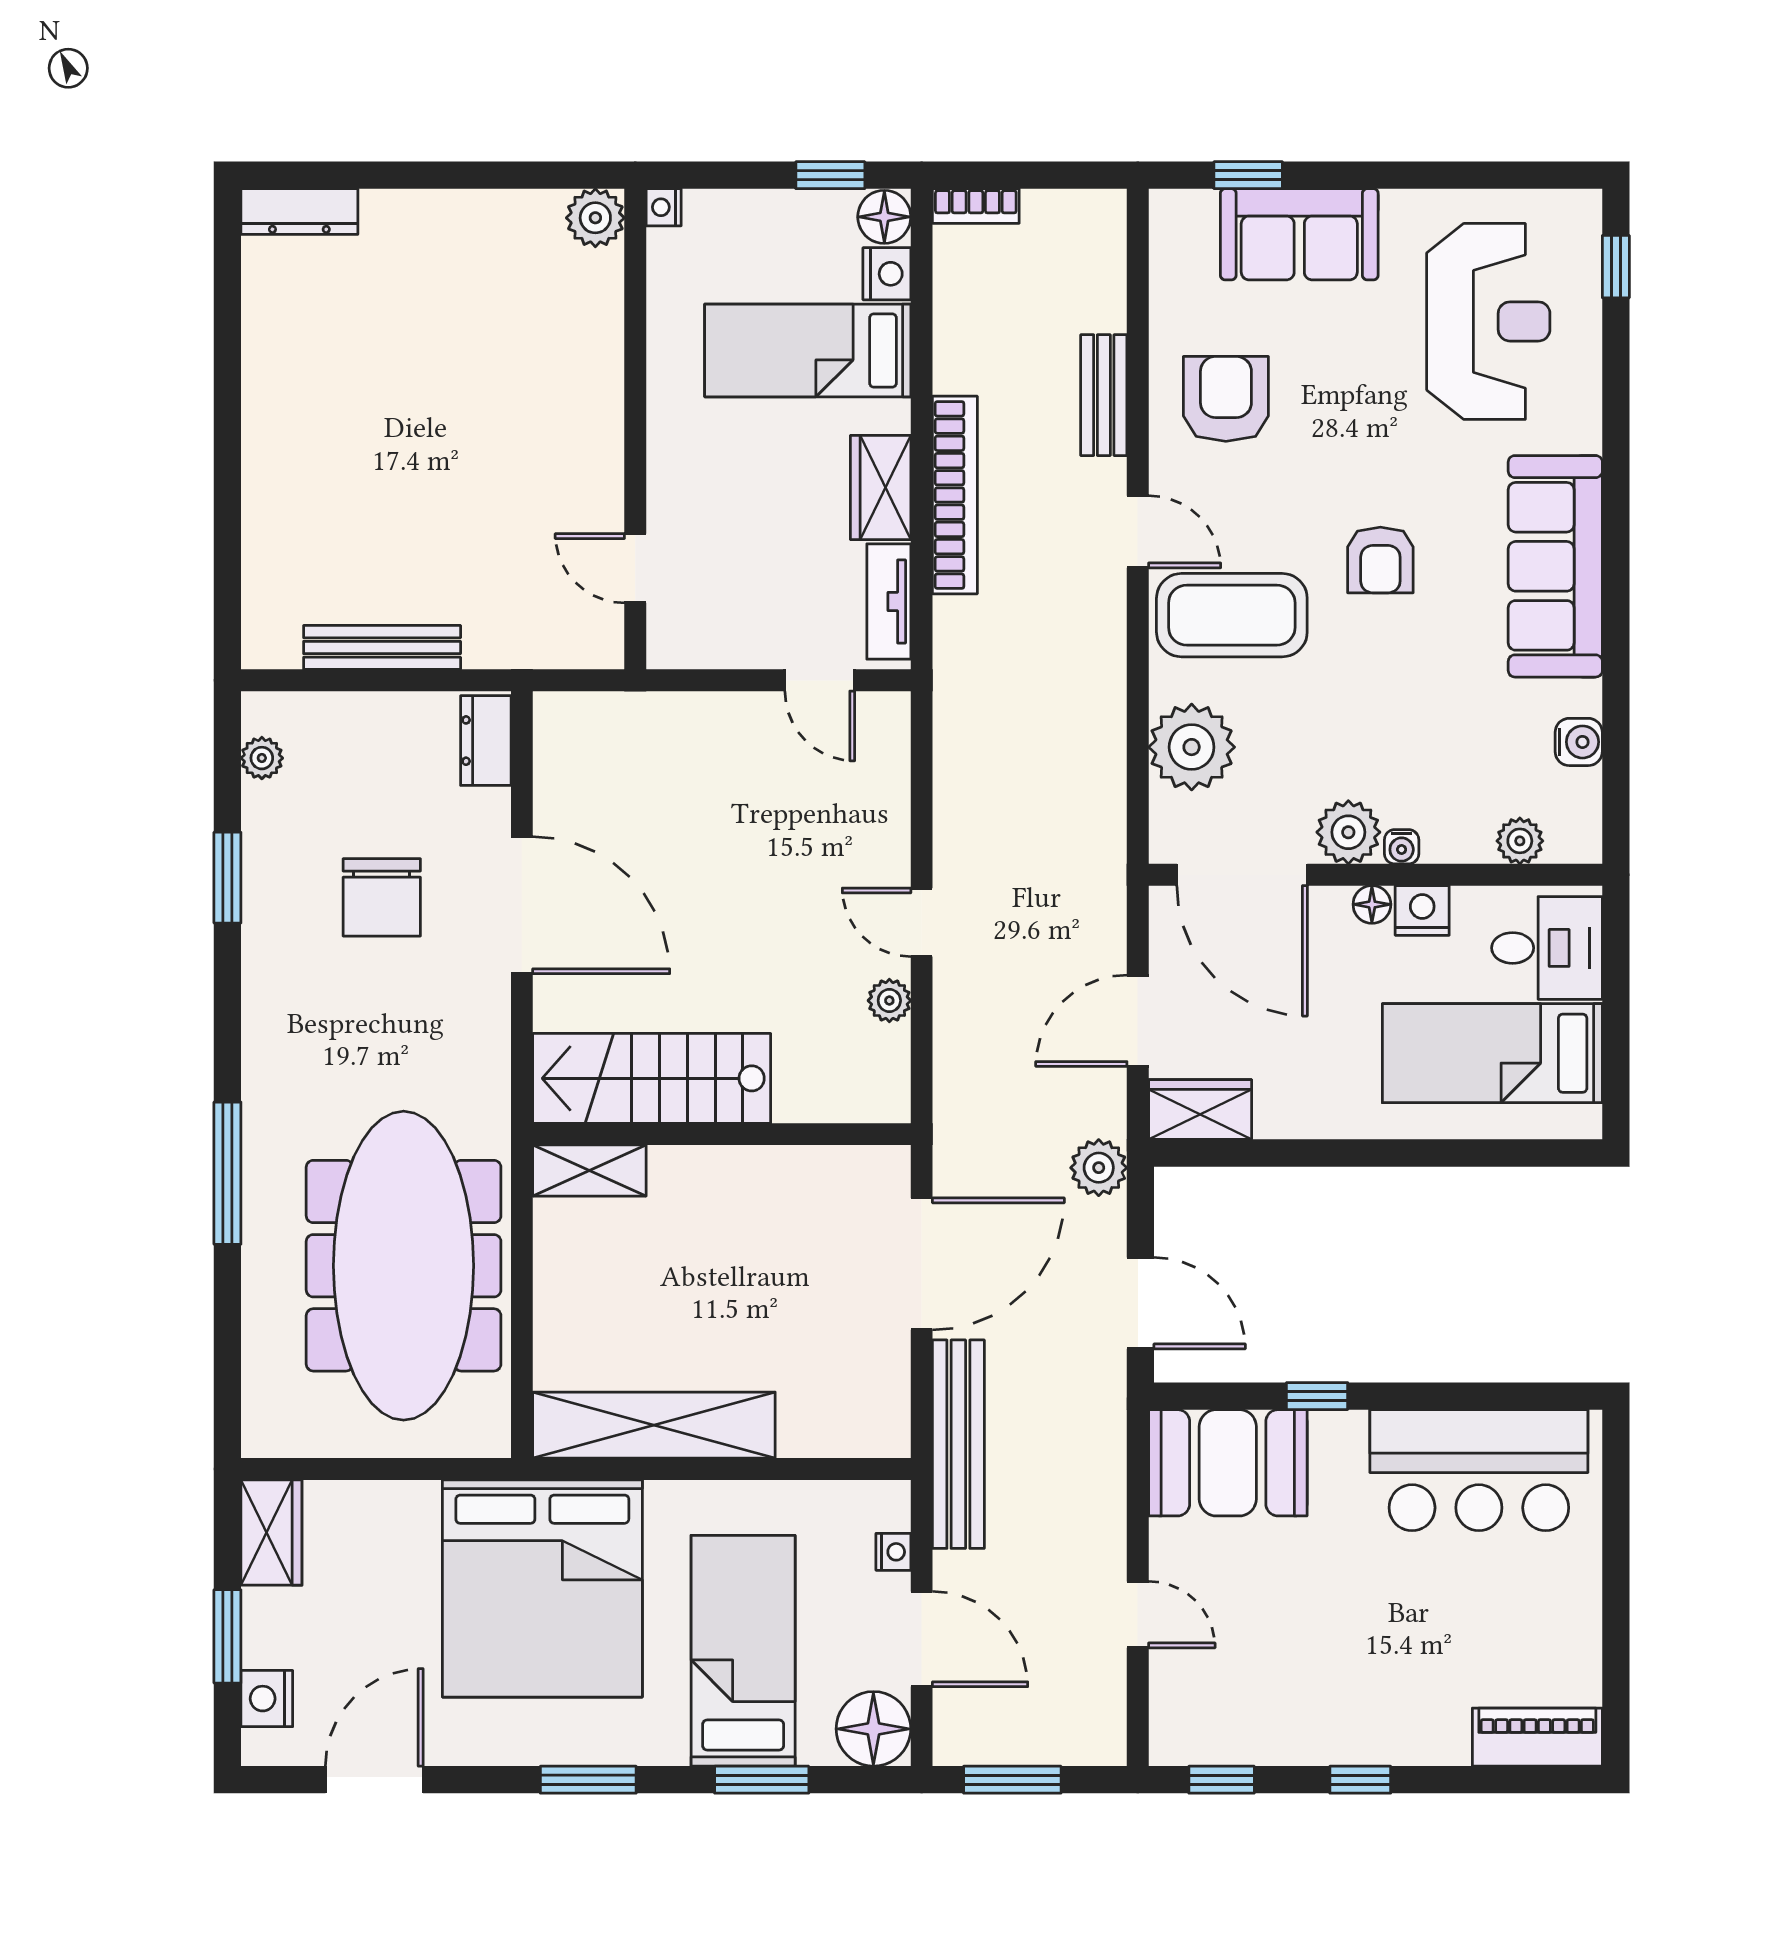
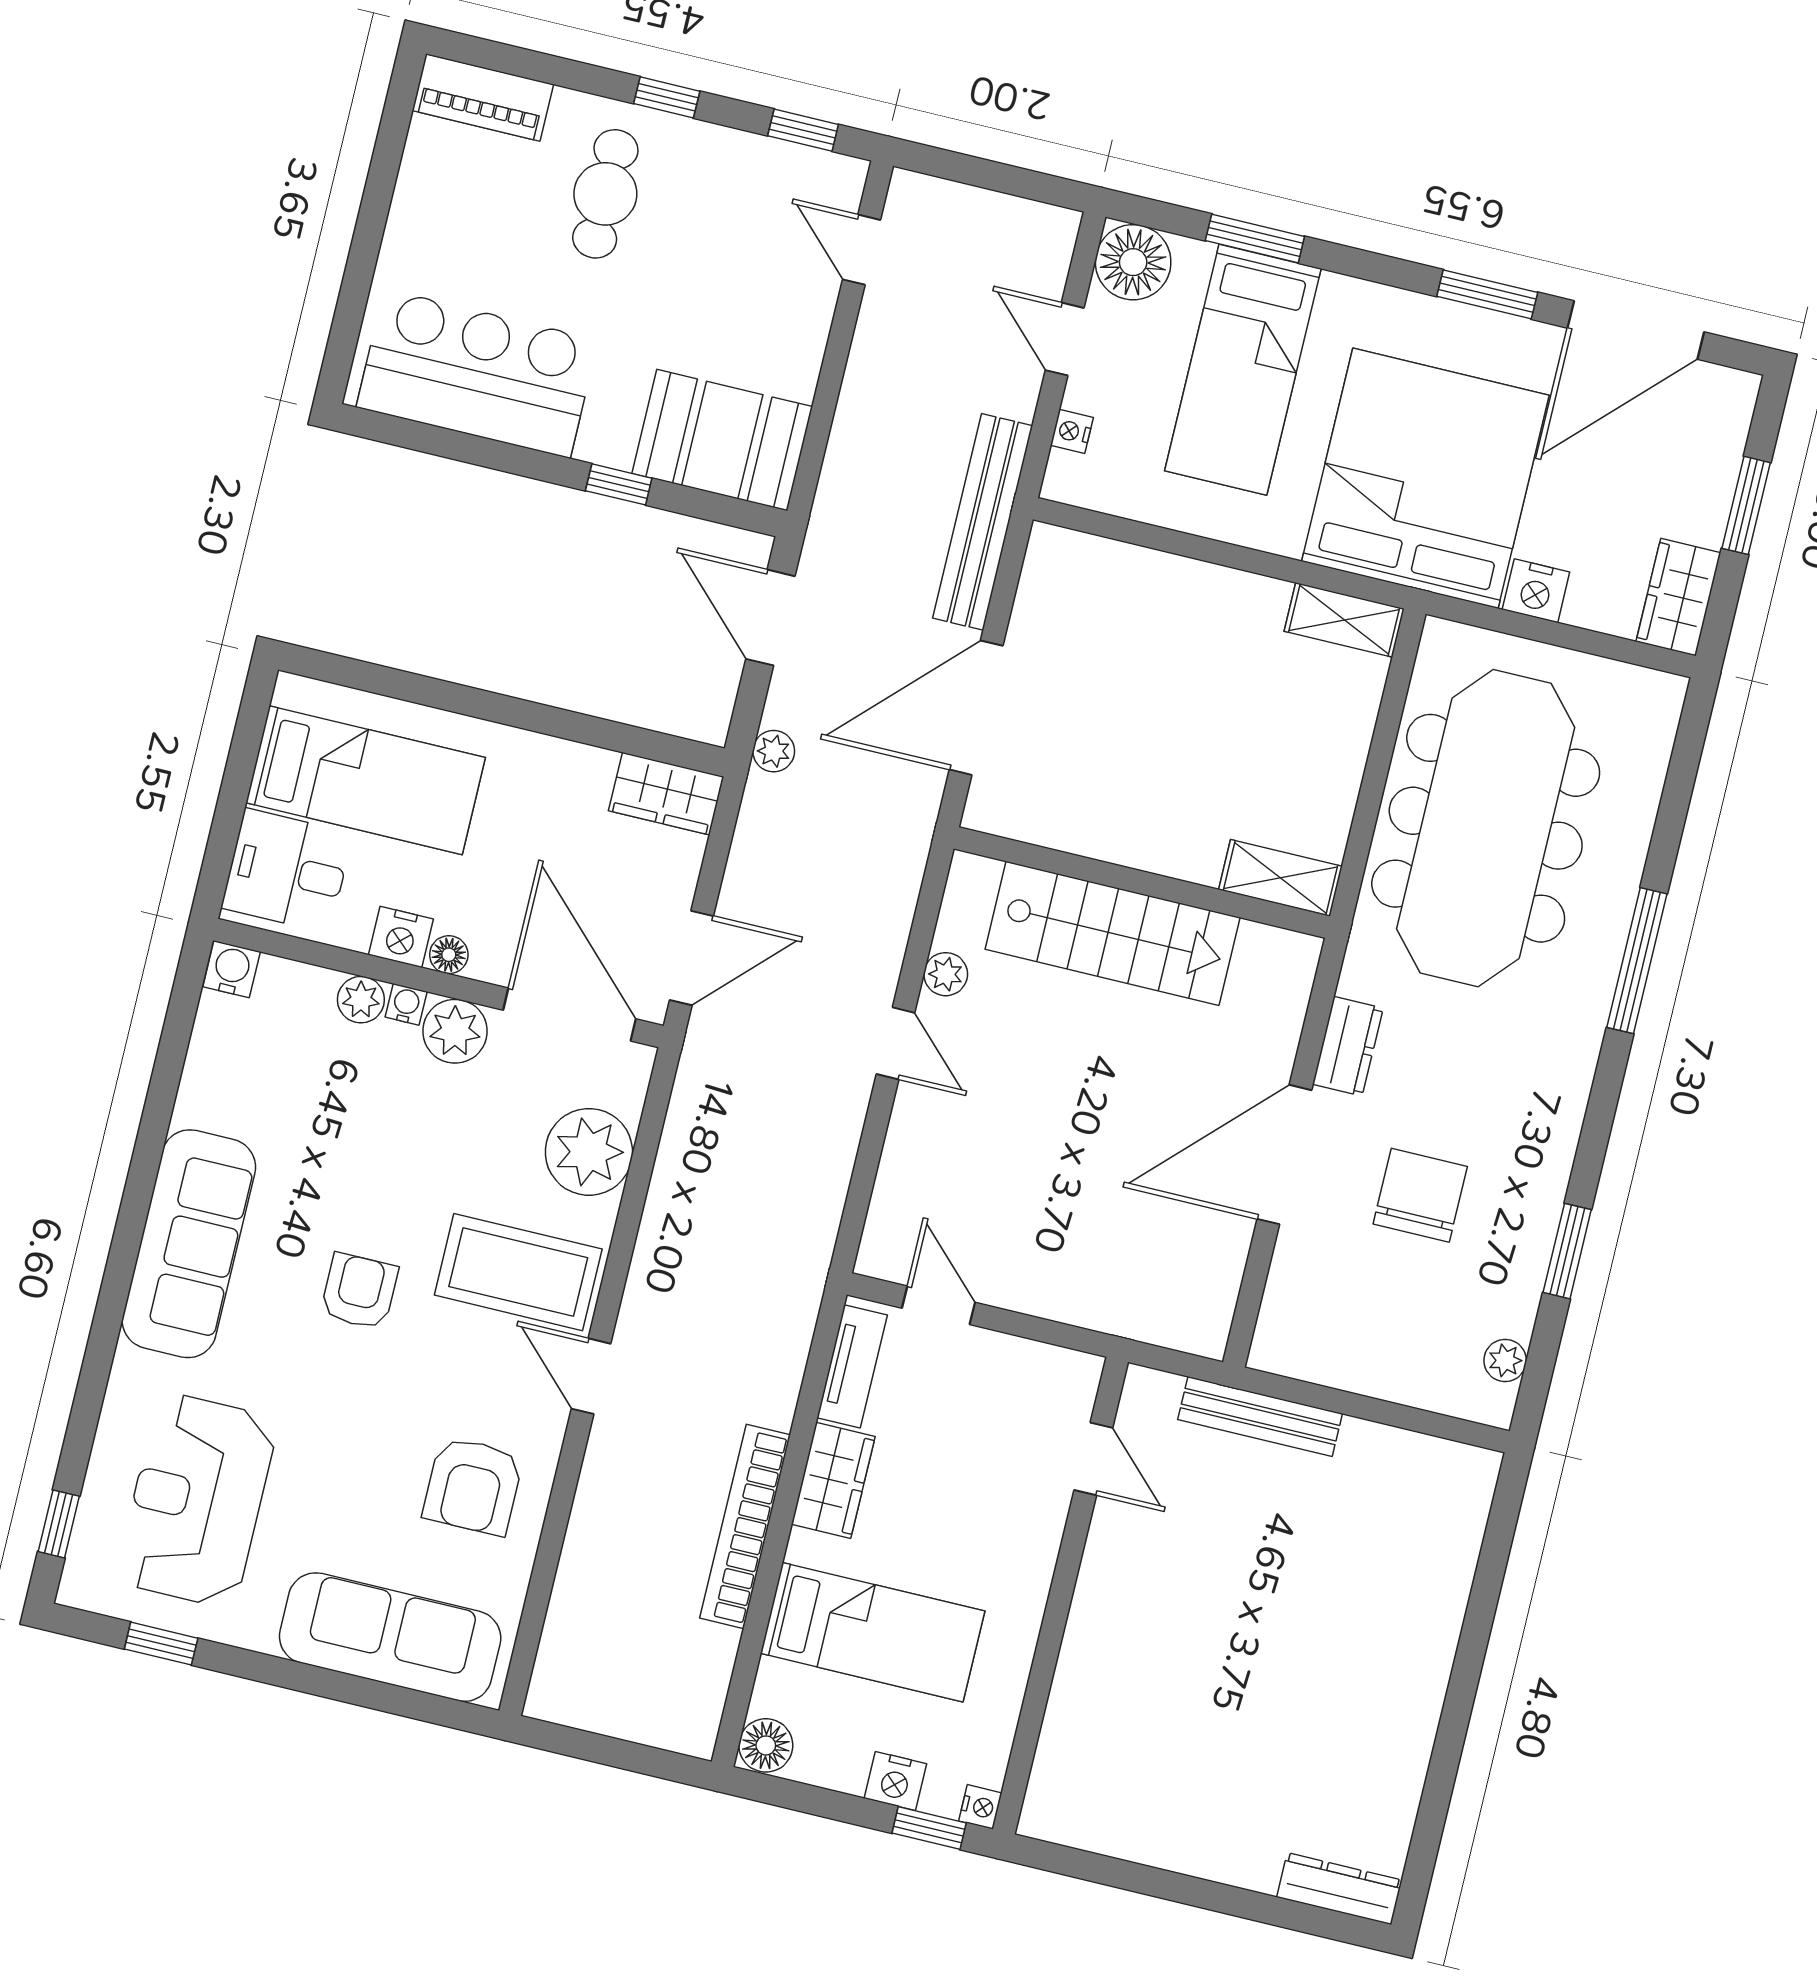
window: (830, 175) -> (929, 1828), moved
window: (1248, 175) -> (161, 1644), moved
bookcase: (976, 206) -> (673, 1734), removed
plant: (595, 218) -> (1050, 1813), removed
sofa: (1299, 234) -> (390, 1637), width x1.36
nightstand: (887, 274) -> (895, 1781), moved, turned -90
bench: (1104, 395) -> (592, 1518), removed
bookcase: (955, 495) -> (745, 1526), moved
bench: (382, 647) -> (1260, 1417), moved
dresser: (486, 741) -> (1348, 1046), moved
water cooler: (1579, 742) -> (232, 969), moved, turned 90
plant: (1520, 841) -> (361, 1000), moved
door: (522, 905) -> (1284, 1155), hinge flipped
door: (1138, 1021) -> (691, 958), moved
stairs: (652, 1078) -> (1113, 933), moved
plant: (1099, 1168) -> (774, 751), width x0.73, depth x0.73
shelving: (654, 1425) -> (1344, 620), width x0.45, depth x0.75
door: (1138, 1615) -> (861, 250), moved
door: (922, 1639) -> (1065, 339), width x0.73
cafe table: (1397, 1673) -> (605, 194), added
nightstand: (267, 1699) -> (1536, 591), moved, turned 90
door: (374, 1780) -> (1636, 330), width x1.36
window: (588, 1780) -> (1487, 294), moved
window: (1012, 1780) -> (1009, 179), removed

